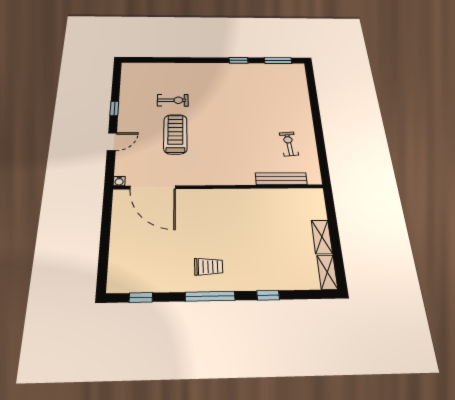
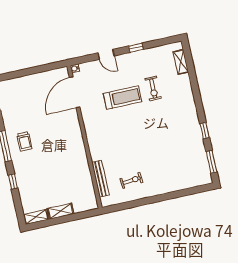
shelving: (148, 68) -> (181, 62), added

